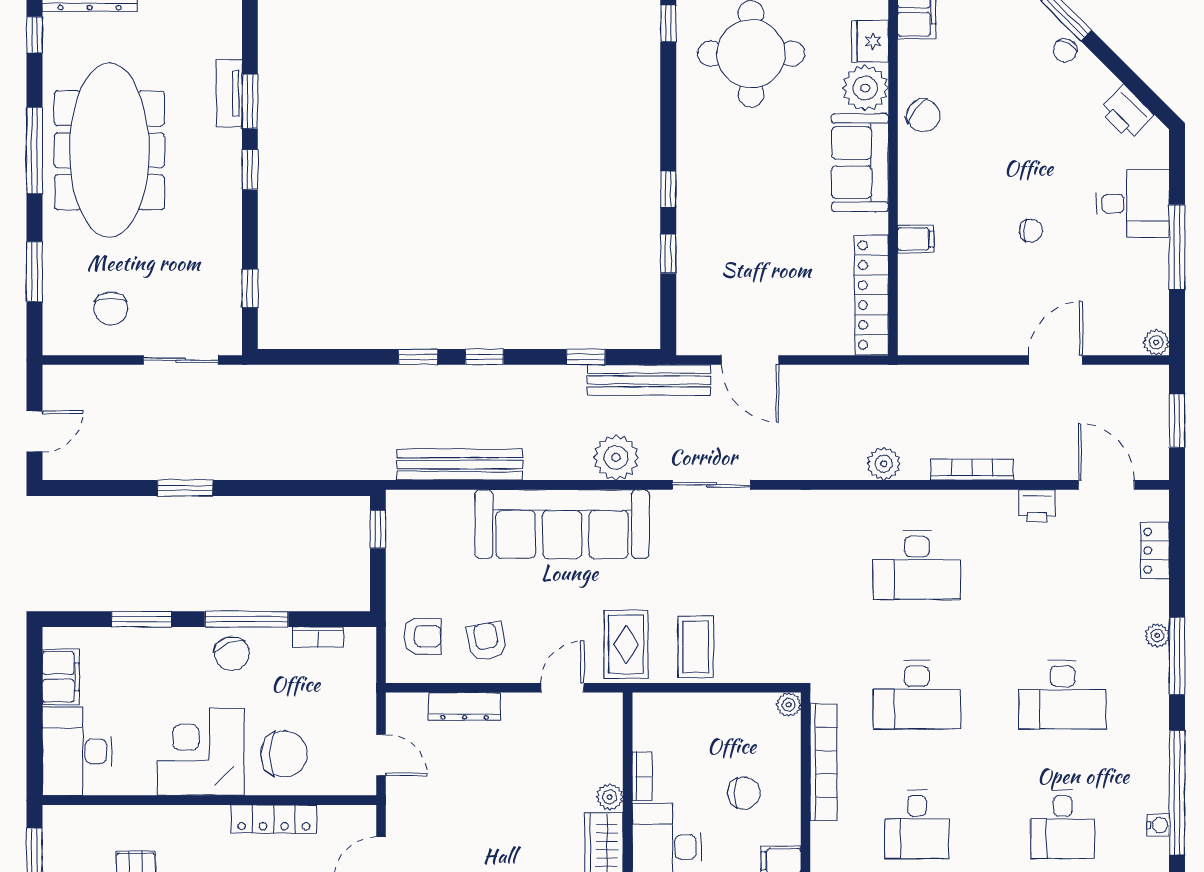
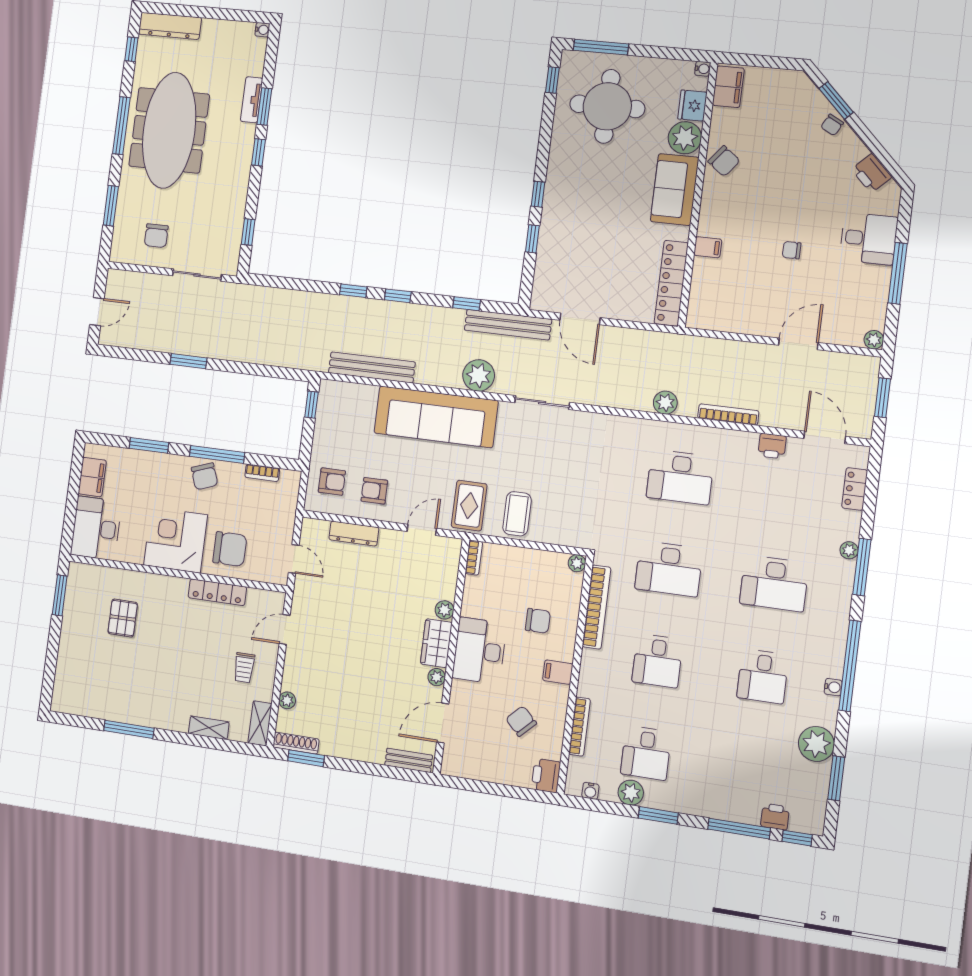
chair: (1031, 231) -> (792, 250), turned 180
armchair: (486, 641) -> (374, 491), turned -80
bookcase: (642, 776) -> (474, 558), moved

